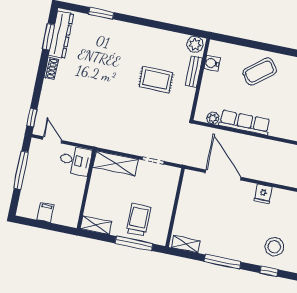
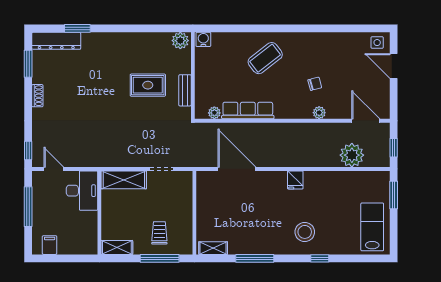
dresser: (61, 35) -> (56, 41), moved, turned 90
water cooler: (212, 63) -> (203, 39), moved, turned 90
coffee table: (260, 71) -> (265, 58), moved
bench: (194, 72) -> (185, 90), moved
desk: (75, 160) -> (82, 191), width x1.37
fridge: (263, 194) -> (295, 180), moved
filing cabinet: (46, 213) -> (50, 245), moved
trolley: (138, 220) -> (159, 233), width x0.73, depth x0.72
window: (269, 271) -> (320, 258), moved

